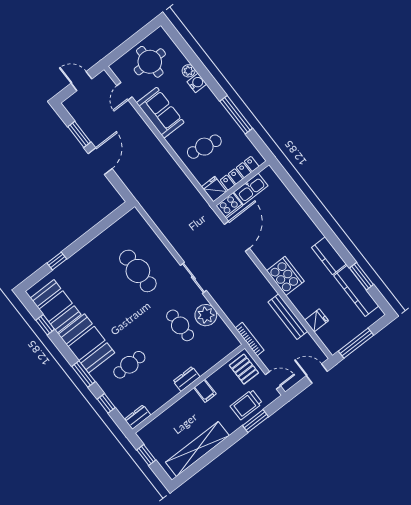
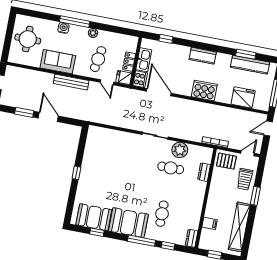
plant: (189, 71) -> (93, 33), moved
door: (124, 91) -> (107, 82), moved
window: (236, 115) -> (75, 22), moved
locker: (240, 173) -> (129, 62), width x0.66
window: (293, 188) -> (166, 39), added
kitchen counter: (329, 256) -> (203, 56), moved
window: (57, 261) -> (76, 173), moved
cafe table: (138, 271) -> (122, 159), removed
bench: (288, 317) -> (71, 82), moved
fridge: (317, 320) -> (243, 97), width x1.88, depth x1.34
window: (83, 374) -> (141, 241), width x1.44
dresser: (187, 379) -> (204, 172), moved
filing cabinet: (205, 391) -> (210, 223), moved
window: (256, 421) -> (255, 196), moved

